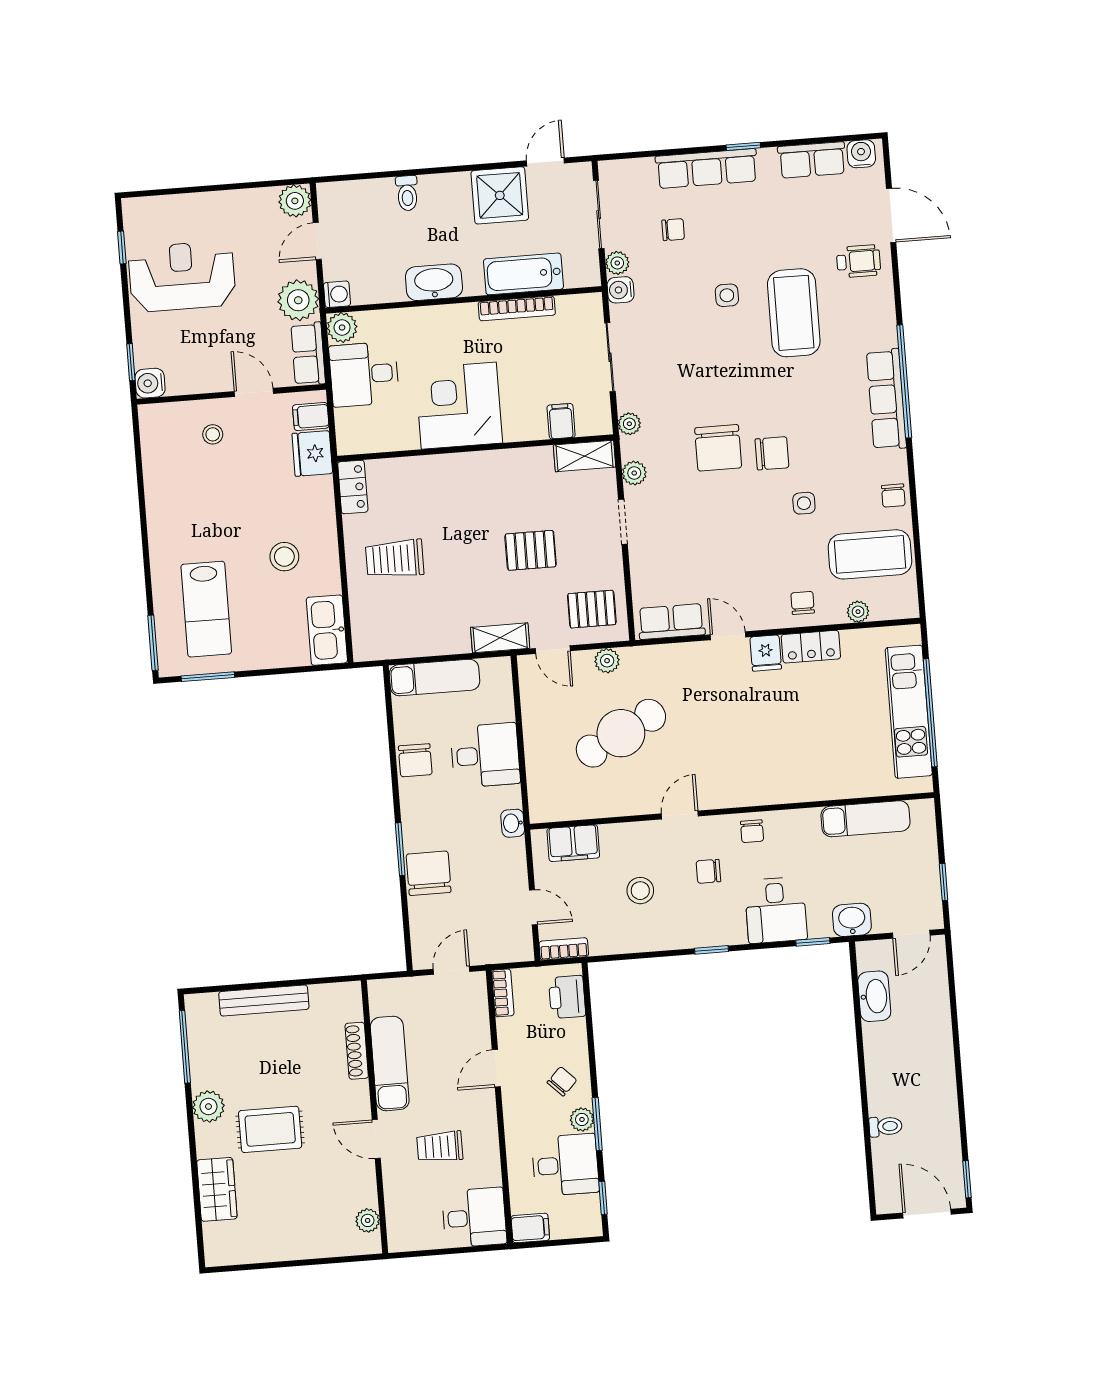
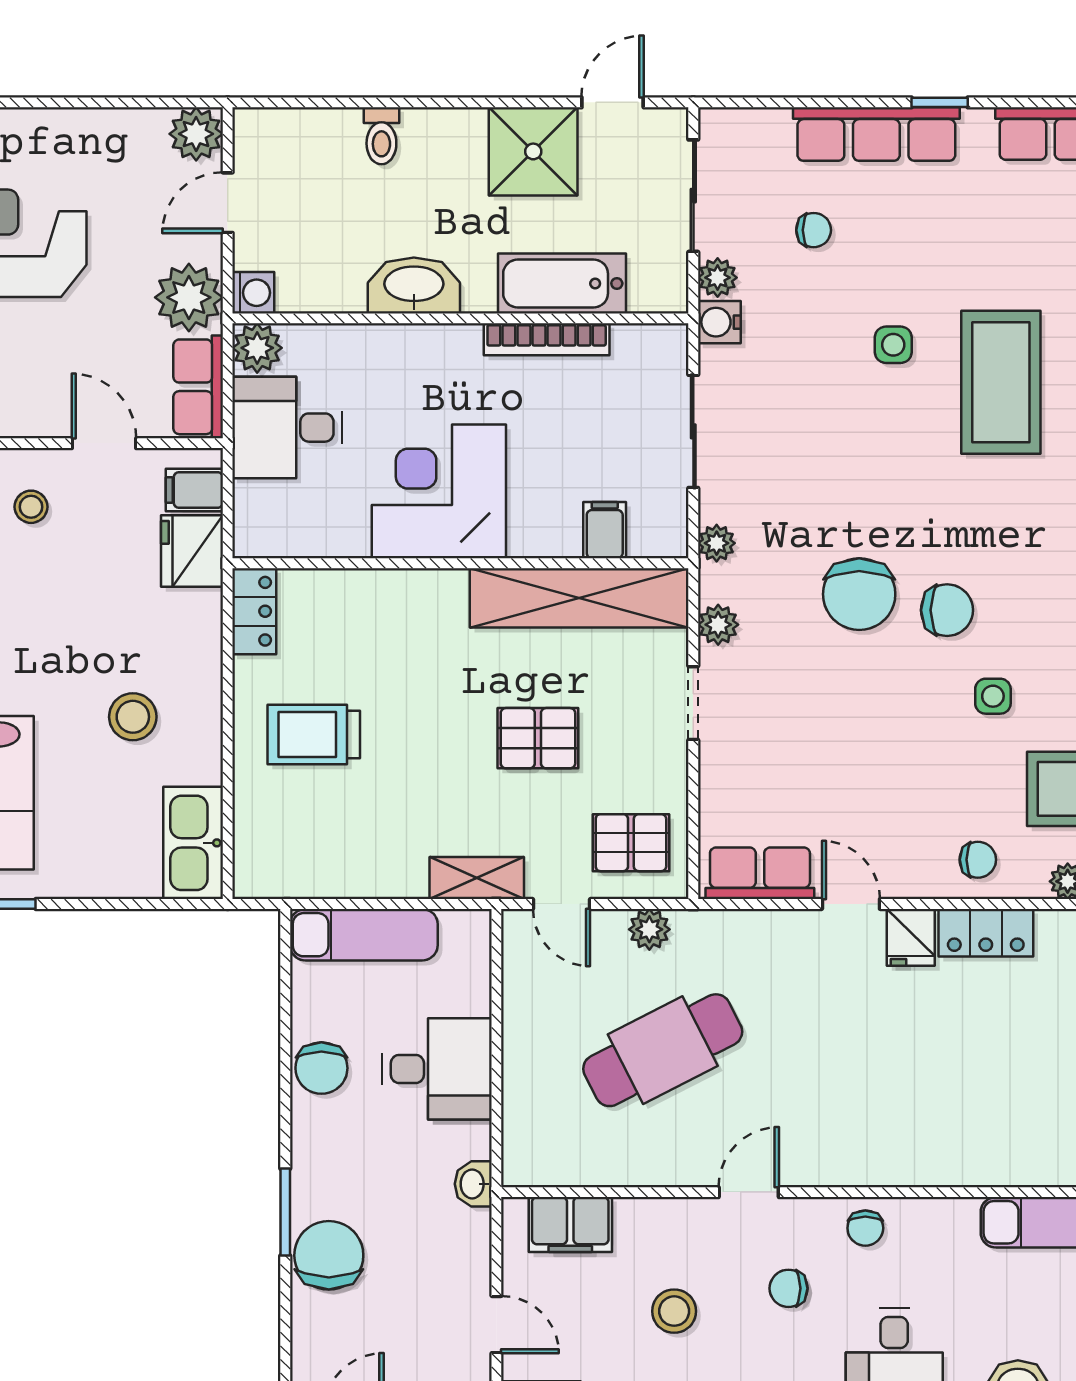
shelving: (585, 456) -> (579, 598), width x2.20, depth x1.33
chair: (803, 603) -> (978, 860), turned 90

